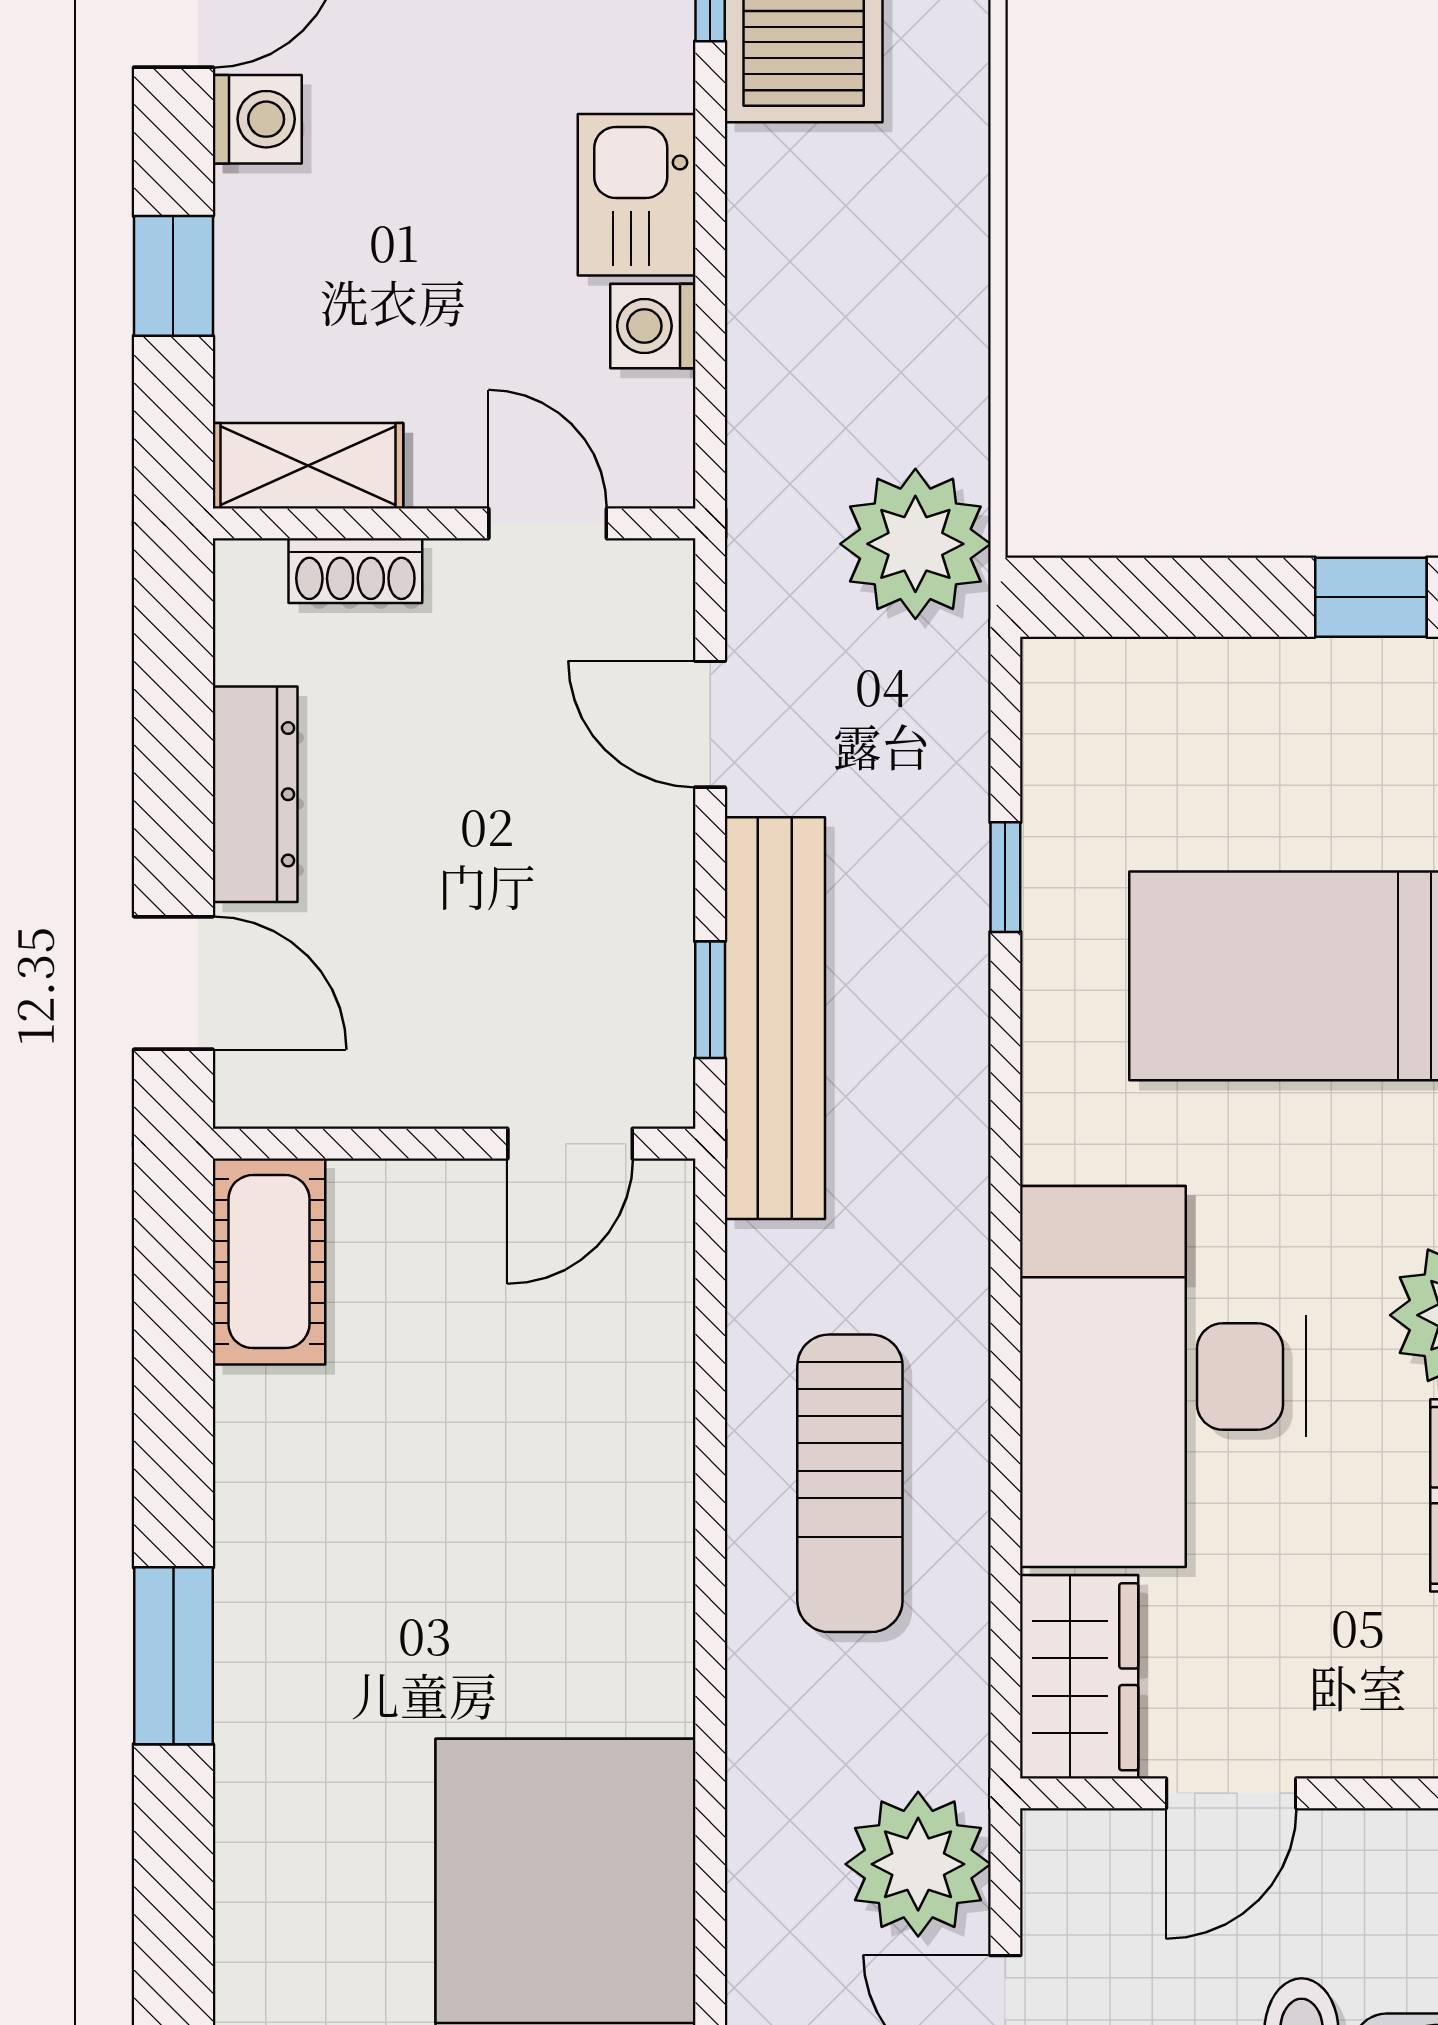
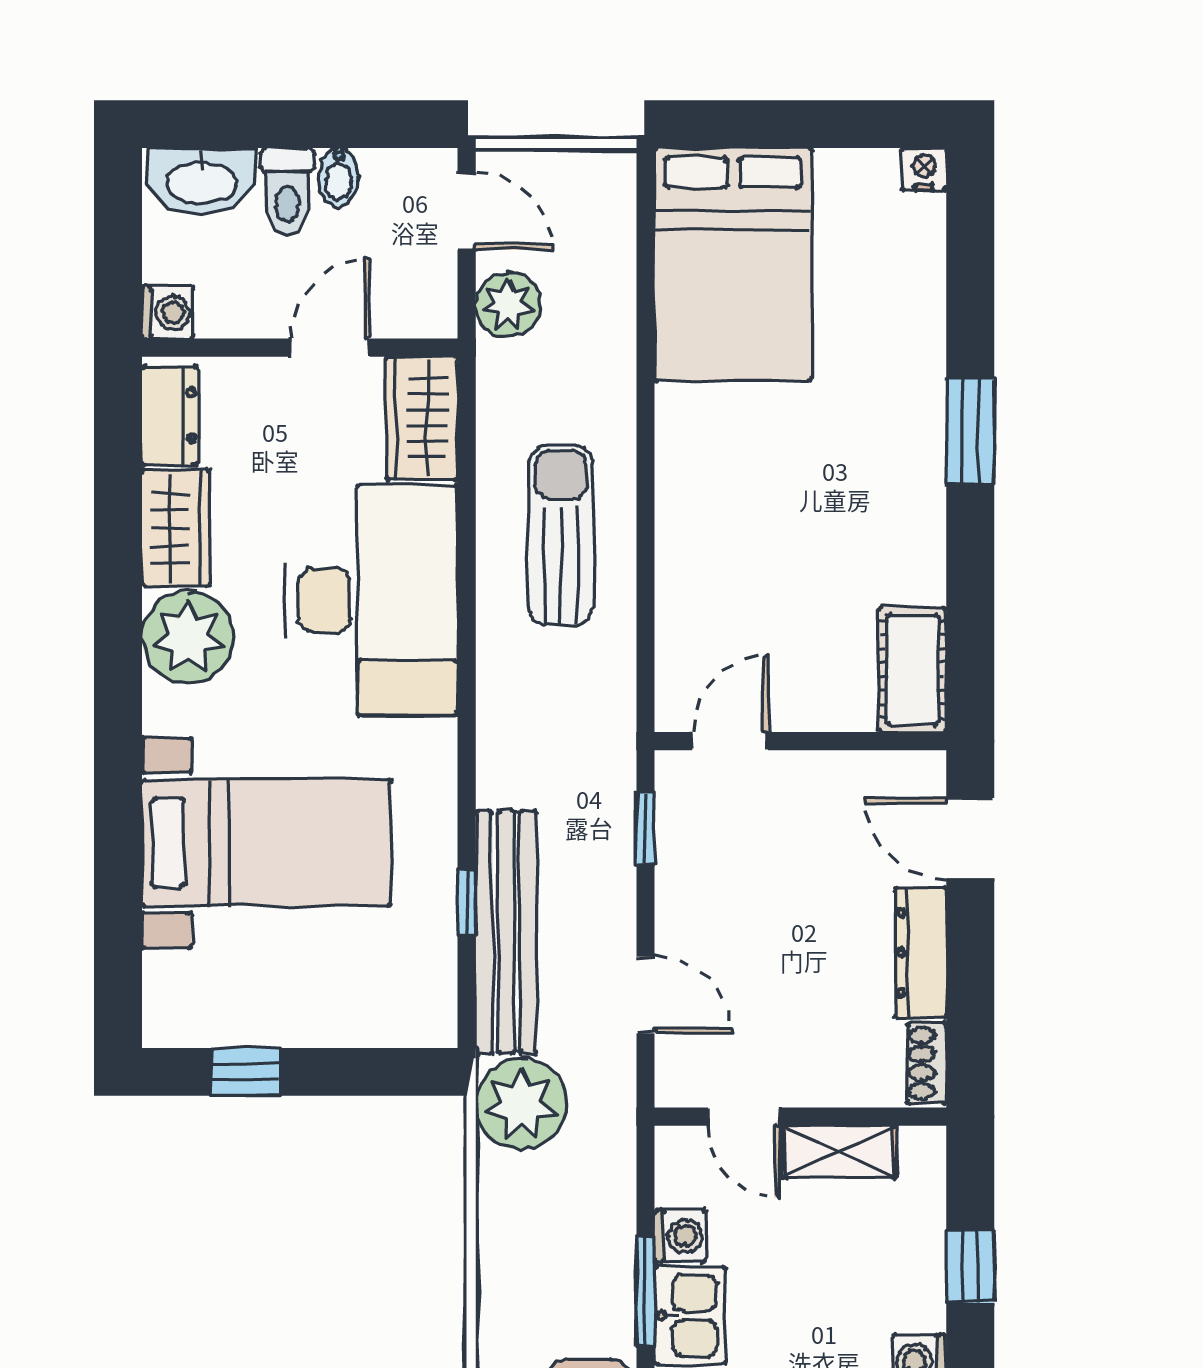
window: (710, 235) -> (645, 1291), added
shelving: (308, 466) -> (839, 1151), moved
shoe rack: (355, 571) -> (927, 1063), moved, turned -90
bench: (775, 1018) -> (506, 932), moved
plant: (918, 1864) -> (508, 305), width x0.73, depth x0.73

